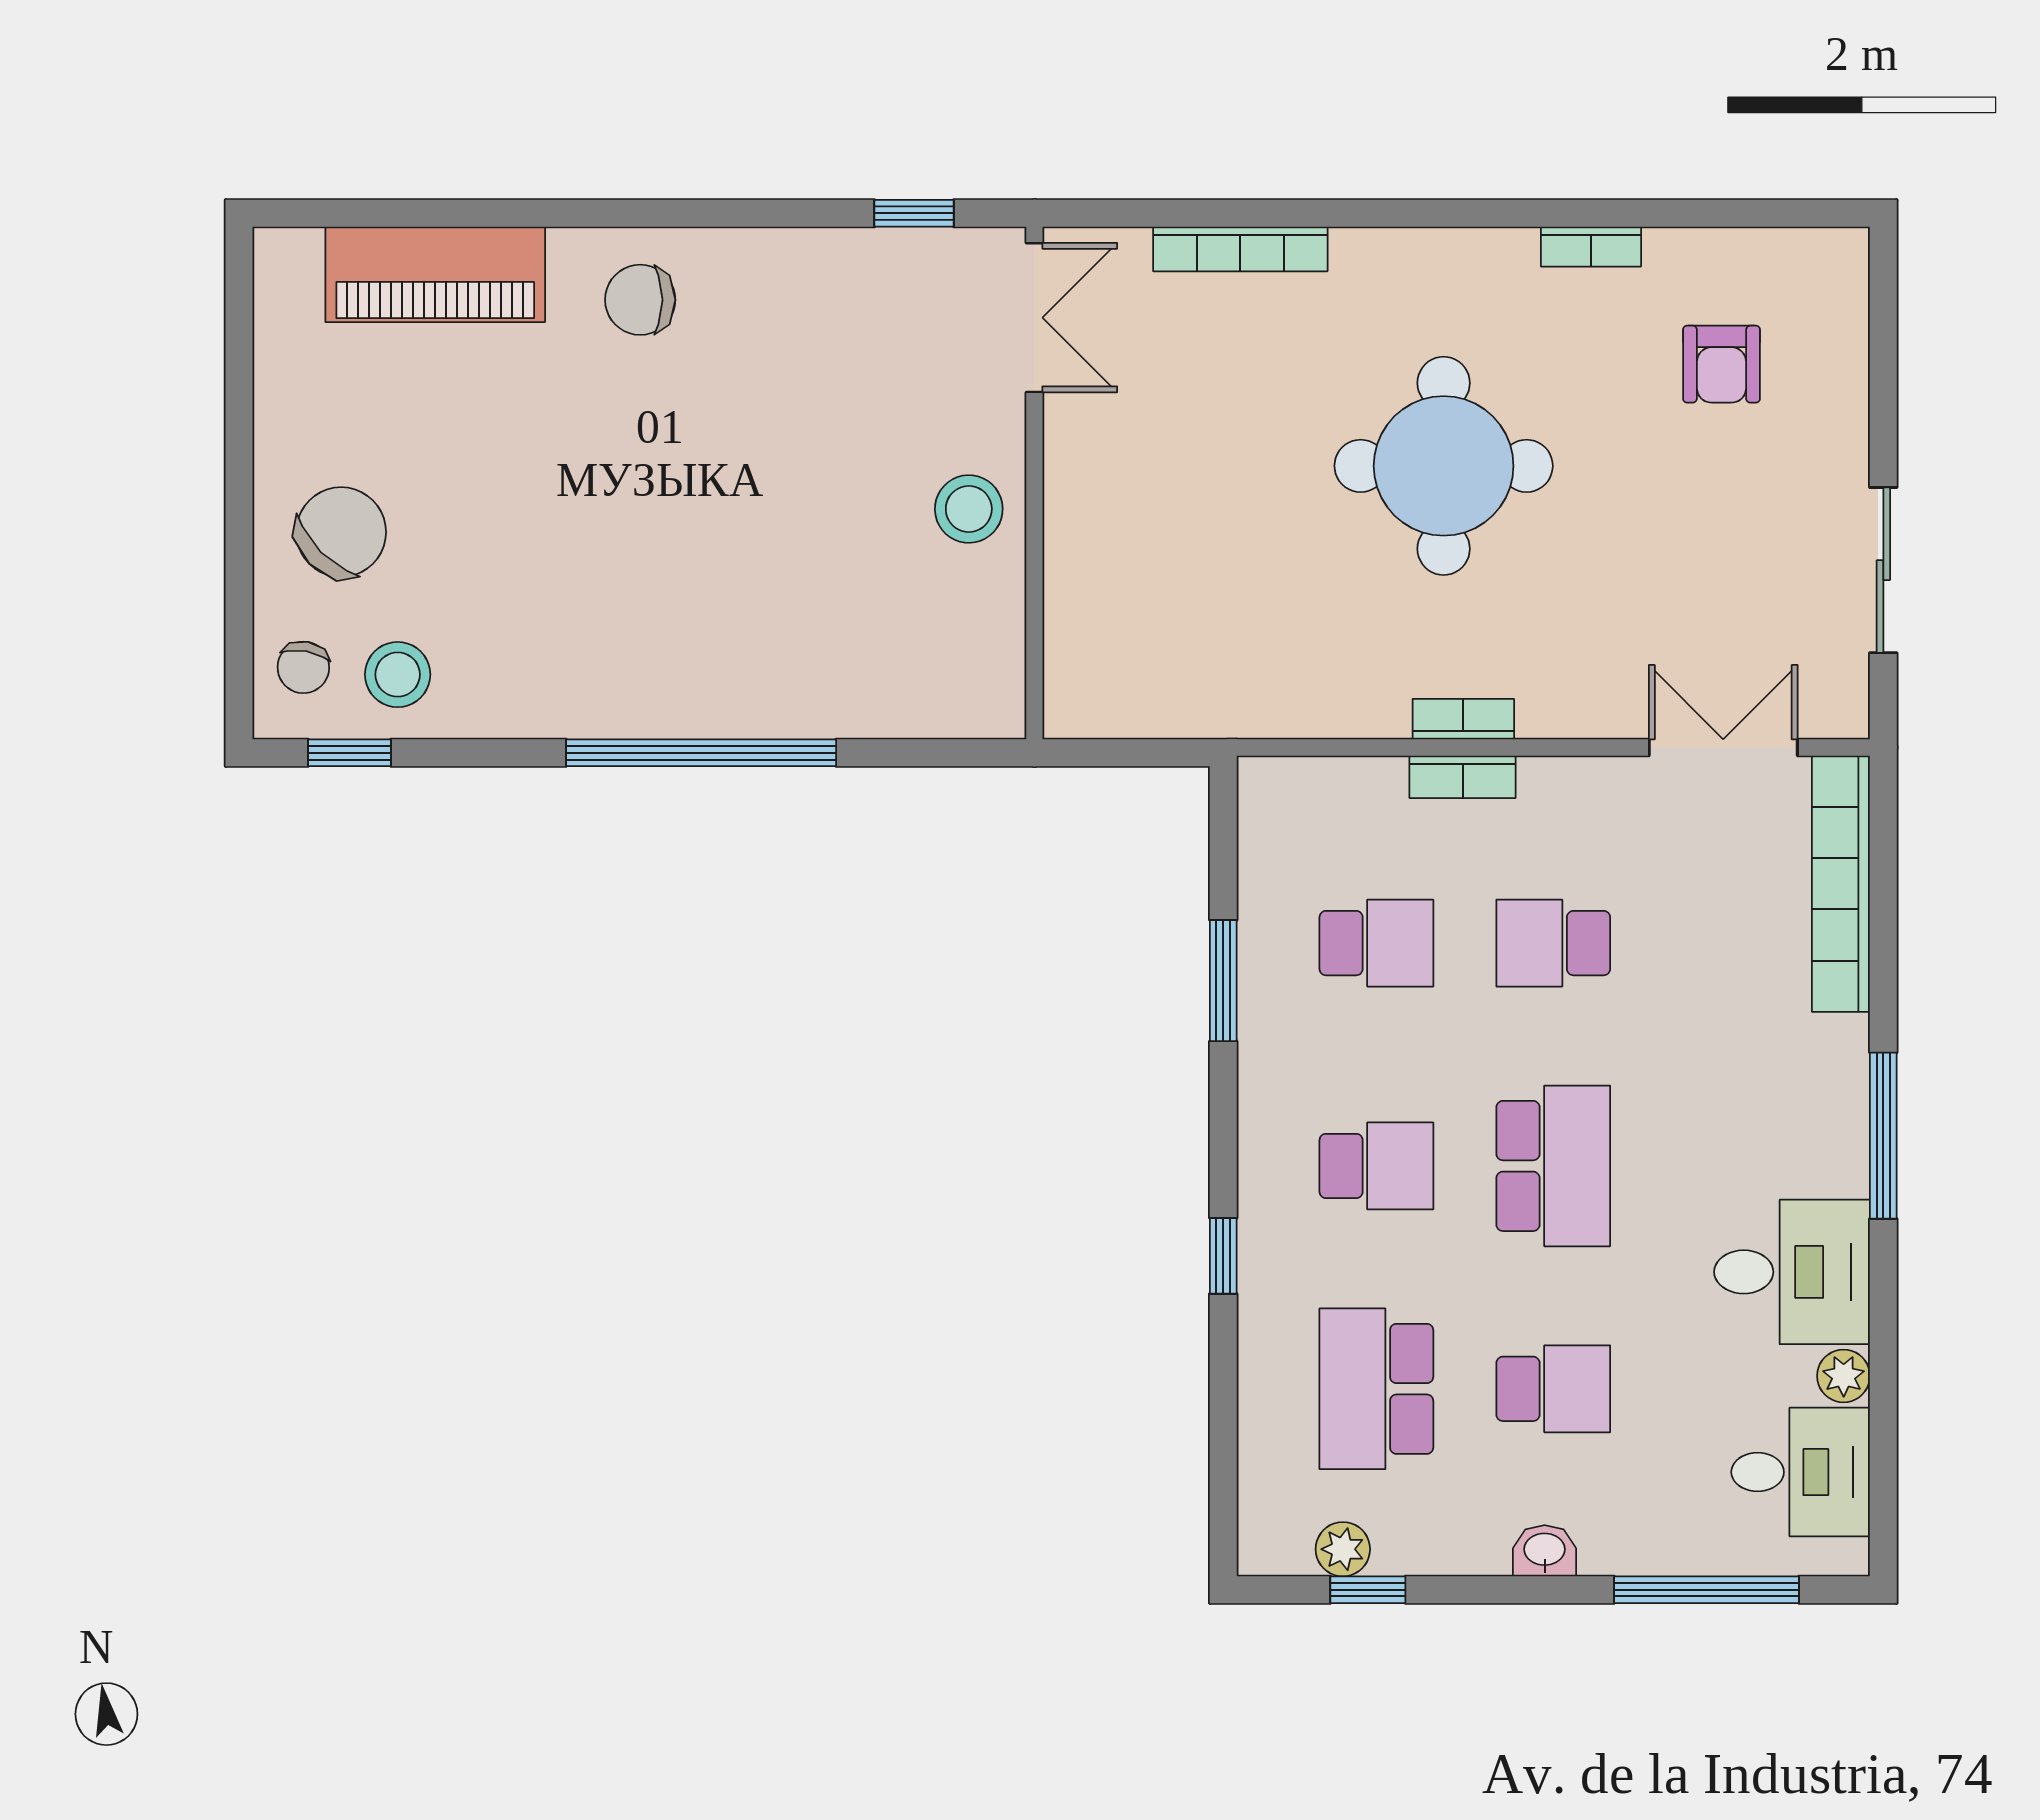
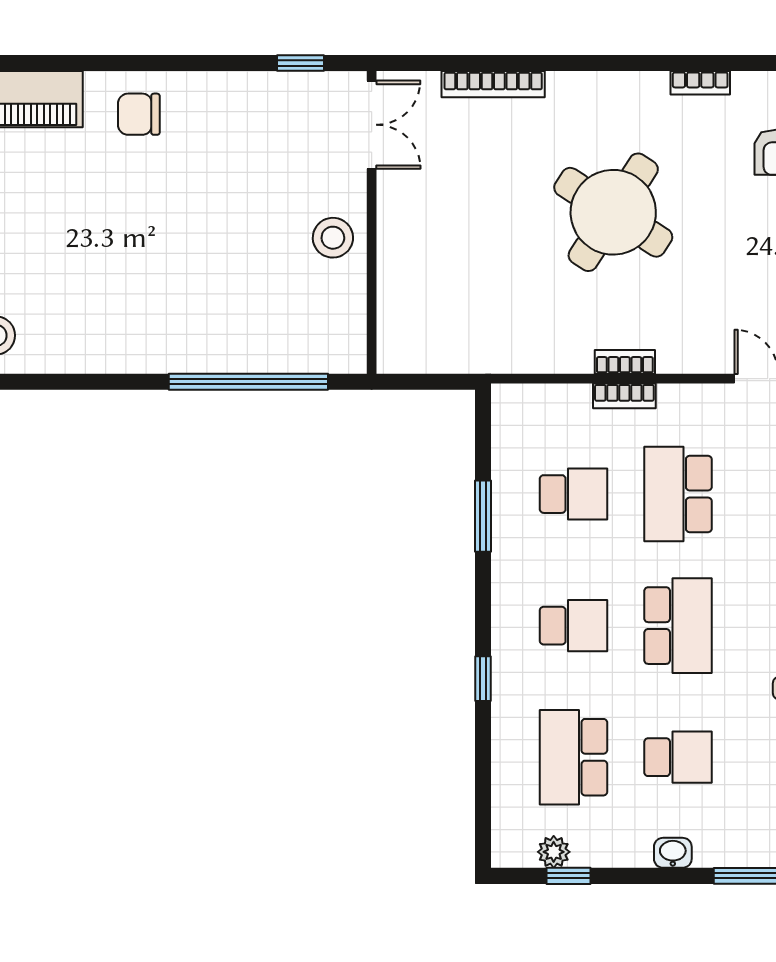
round table: (1444, 466) -> (613, 212), turned 33
window: (701, 753) -> (248, 382), moved
school desk: (1553, 943) -> (678, 494), width x1.85

